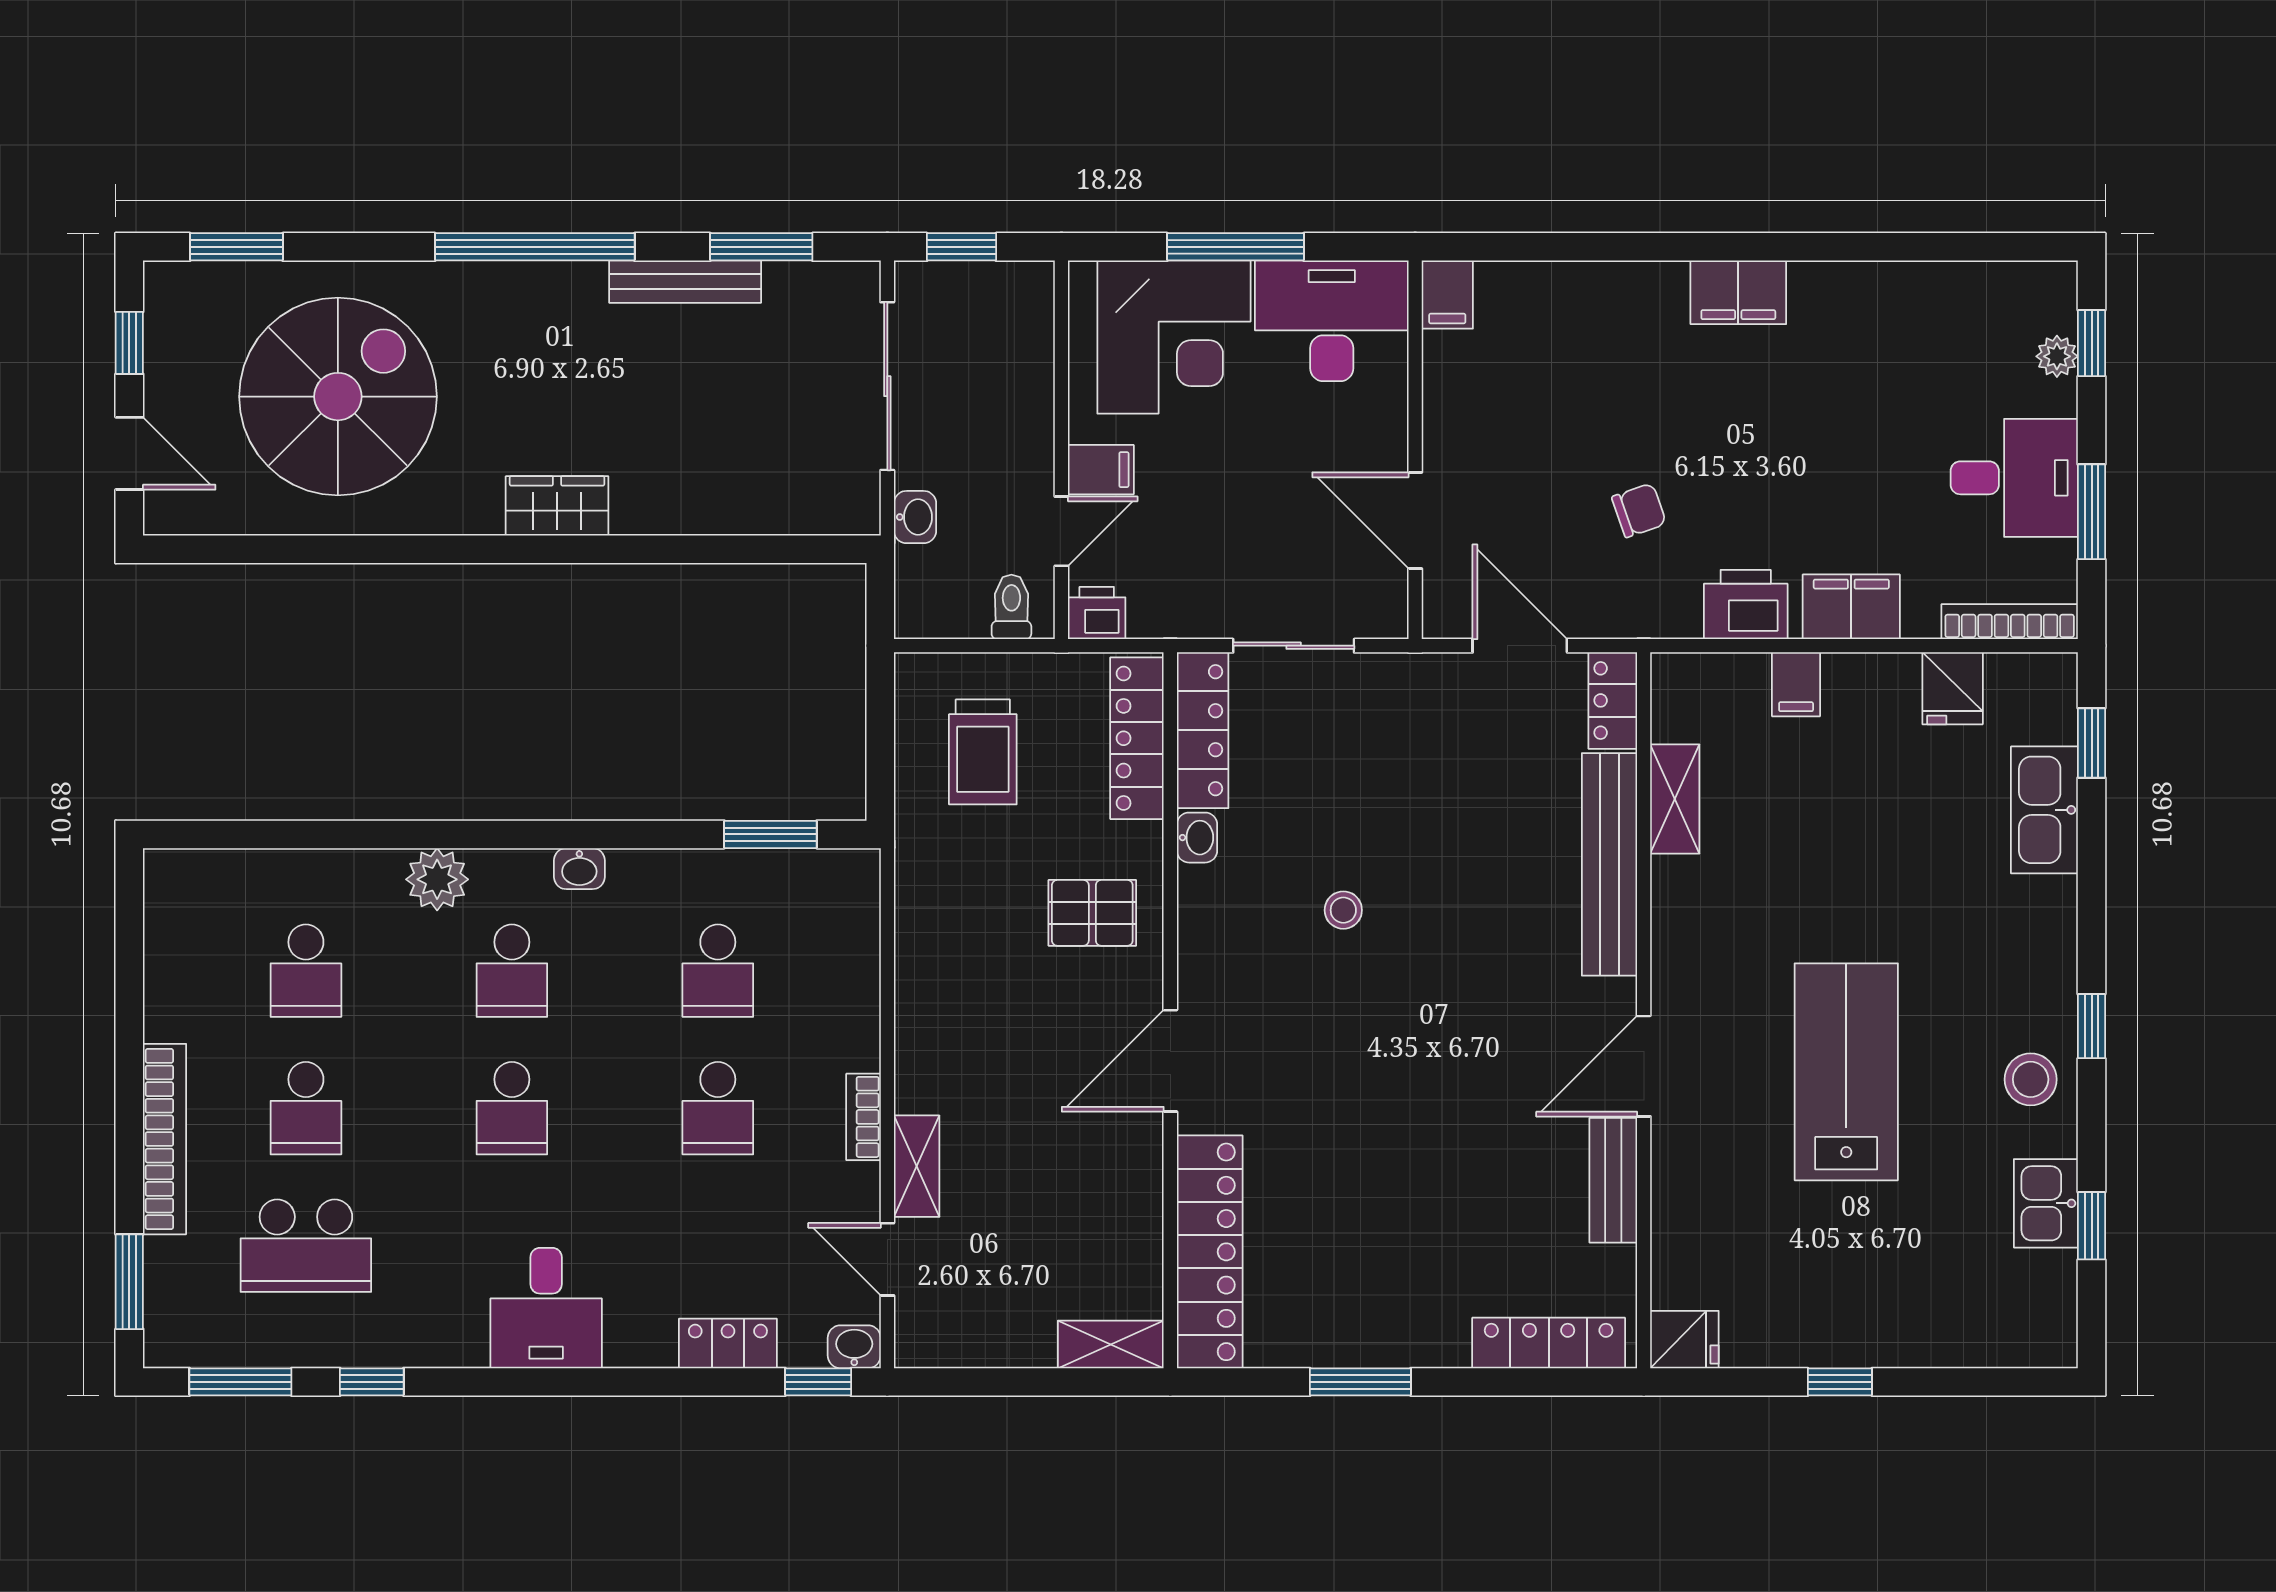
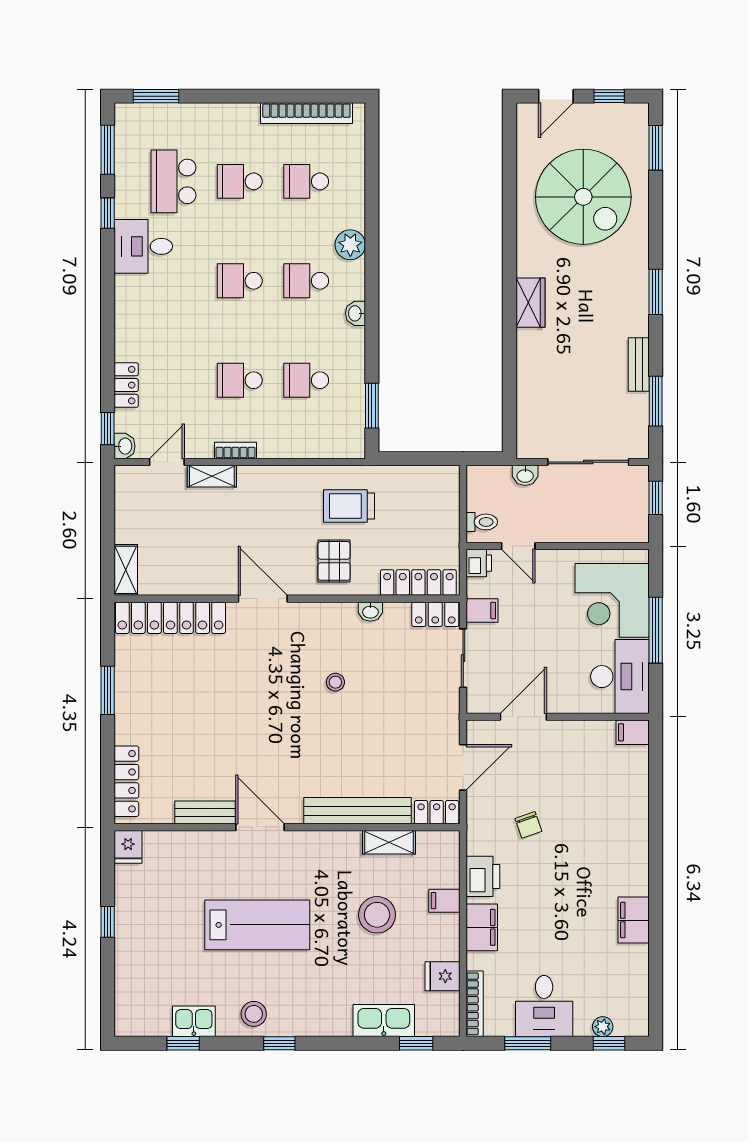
window: (535, 247) -> (656, 292), width x0.47
bench: (685, 282) -> (639, 364), width x0.73
filing cabinet: (1738, 292) -> (634, 920), moved
filing cabinet: (1101, 470) -> (482, 611), moved, turned -90
locker: (1203, 730) -> (435, 614), width x0.66
trolley: (983, 752) -> (349, 506), moved
stool: (1825, 824) -> (377, 915), added
bookcase: (165, 1139) -> (306, 113), moved
desk: (546, 1308) -> (143, 246), moved

